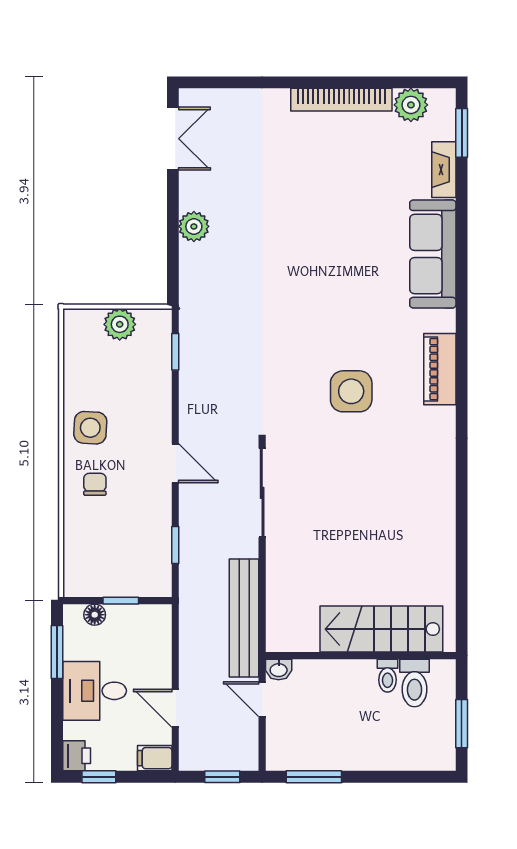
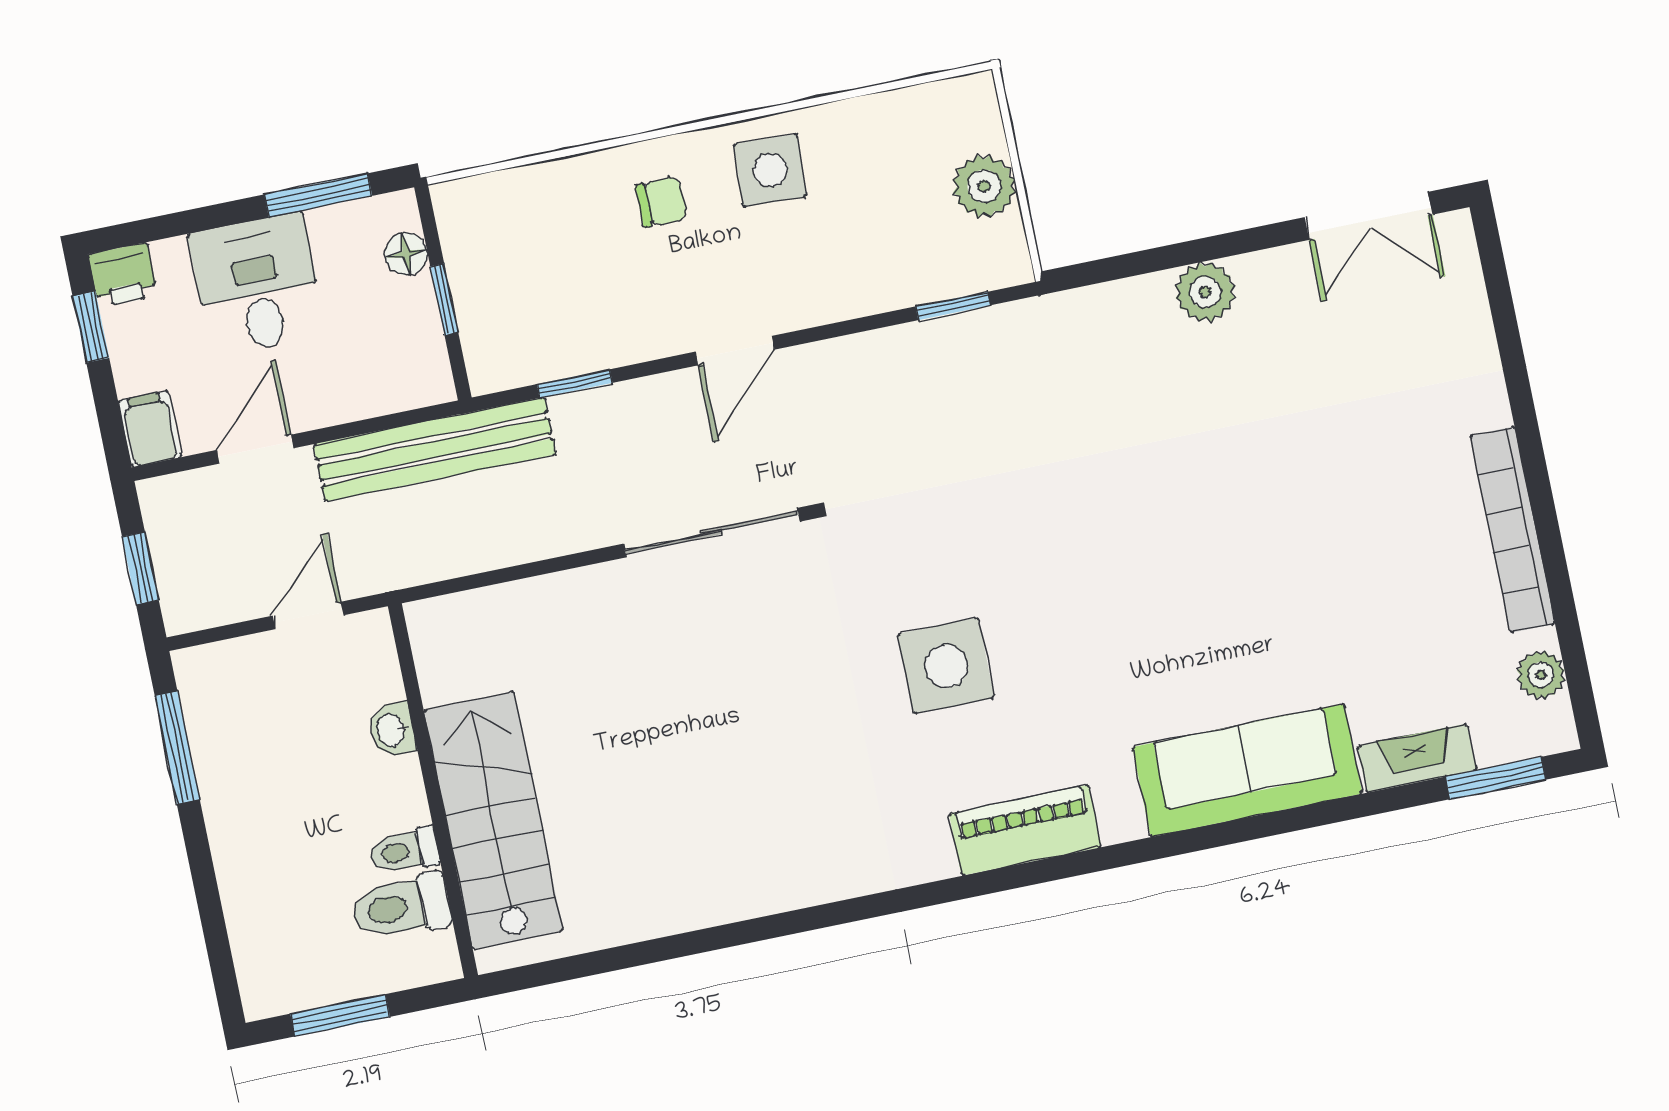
plant: (411, 105) -> (1541, 675), width x0.73, depth x0.73
bench: (244, 618) -> (435, 449), moved
washbasin: (279, 670) -> (392, 730), moved

